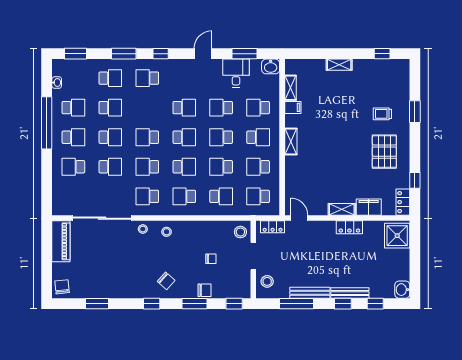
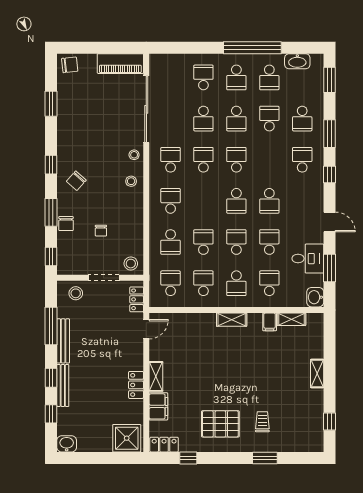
washbasin: (57, 83) -> (297, 61), width x1.91, depth x1.45
school desk: (110, 108) -> (269, 119), turned 180
school desk: (184, 167) -> (203, 201), removed

